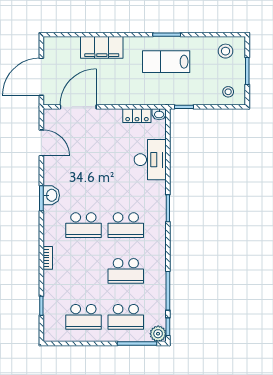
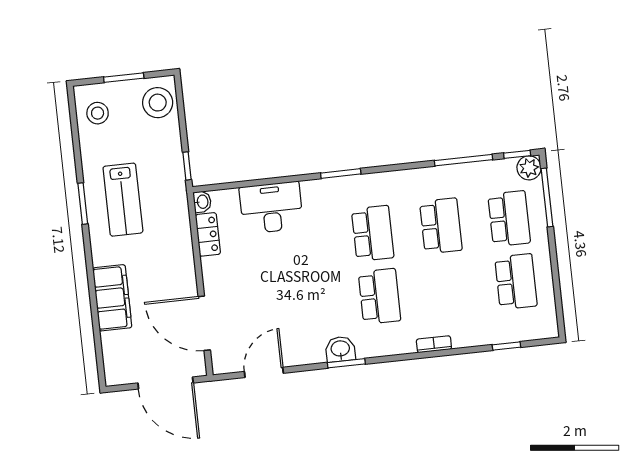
stool: (228, 92) -> (158, 103), width x1.89, depth x1.89

